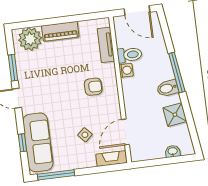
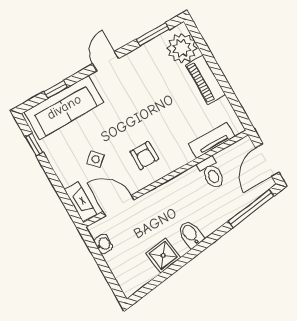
window: (13, 68) -> (153, 34), moved
washing machine: (126, 70) -> (191, 176), removed
window: (177, 72) -> (251, 208), moved
armchair: (93, 87) -> (144, 156), moved
washbasin: (173, 151) -> (103, 244), moved
window: (56, 175) -> (34, 145), width x0.46

